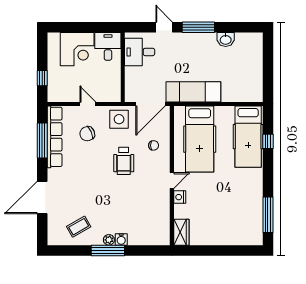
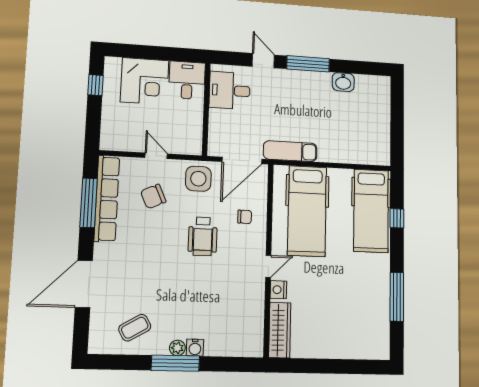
window: (42, 78) -> (95, 85), moved
exam couch: (193, 92) -> (290, 151), width x0.73, depth x0.69
window: (268, 215) -> (397, 297), moved
wardrobe: (181, 232) -> (280, 330), width x1.50

